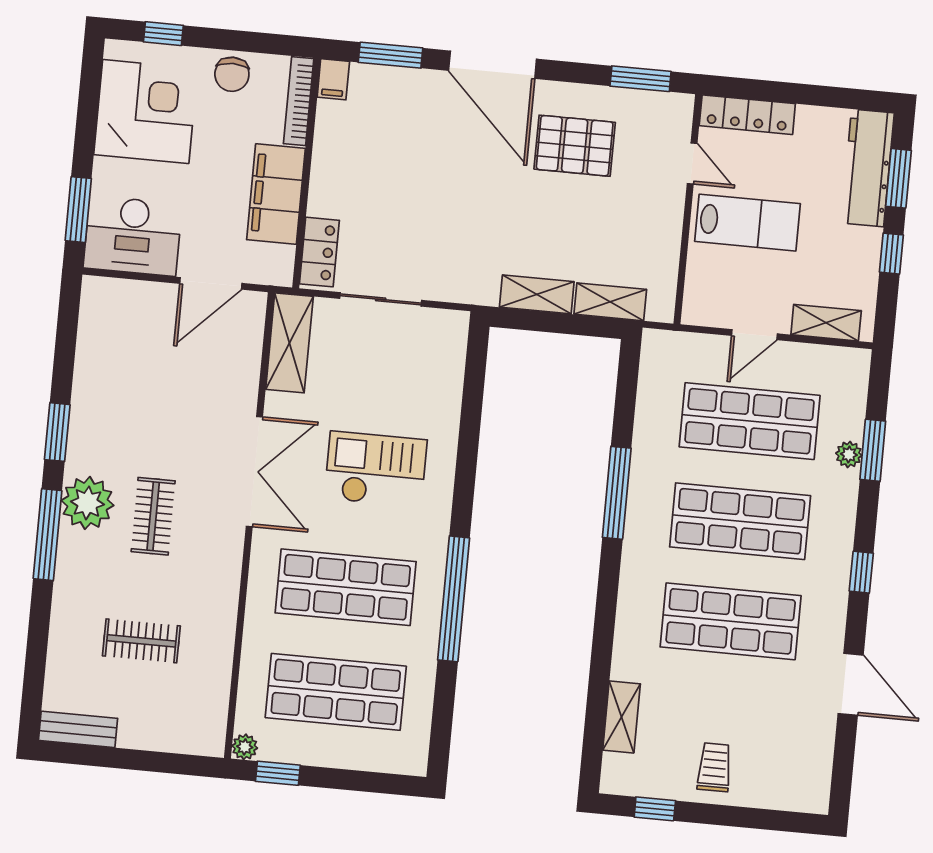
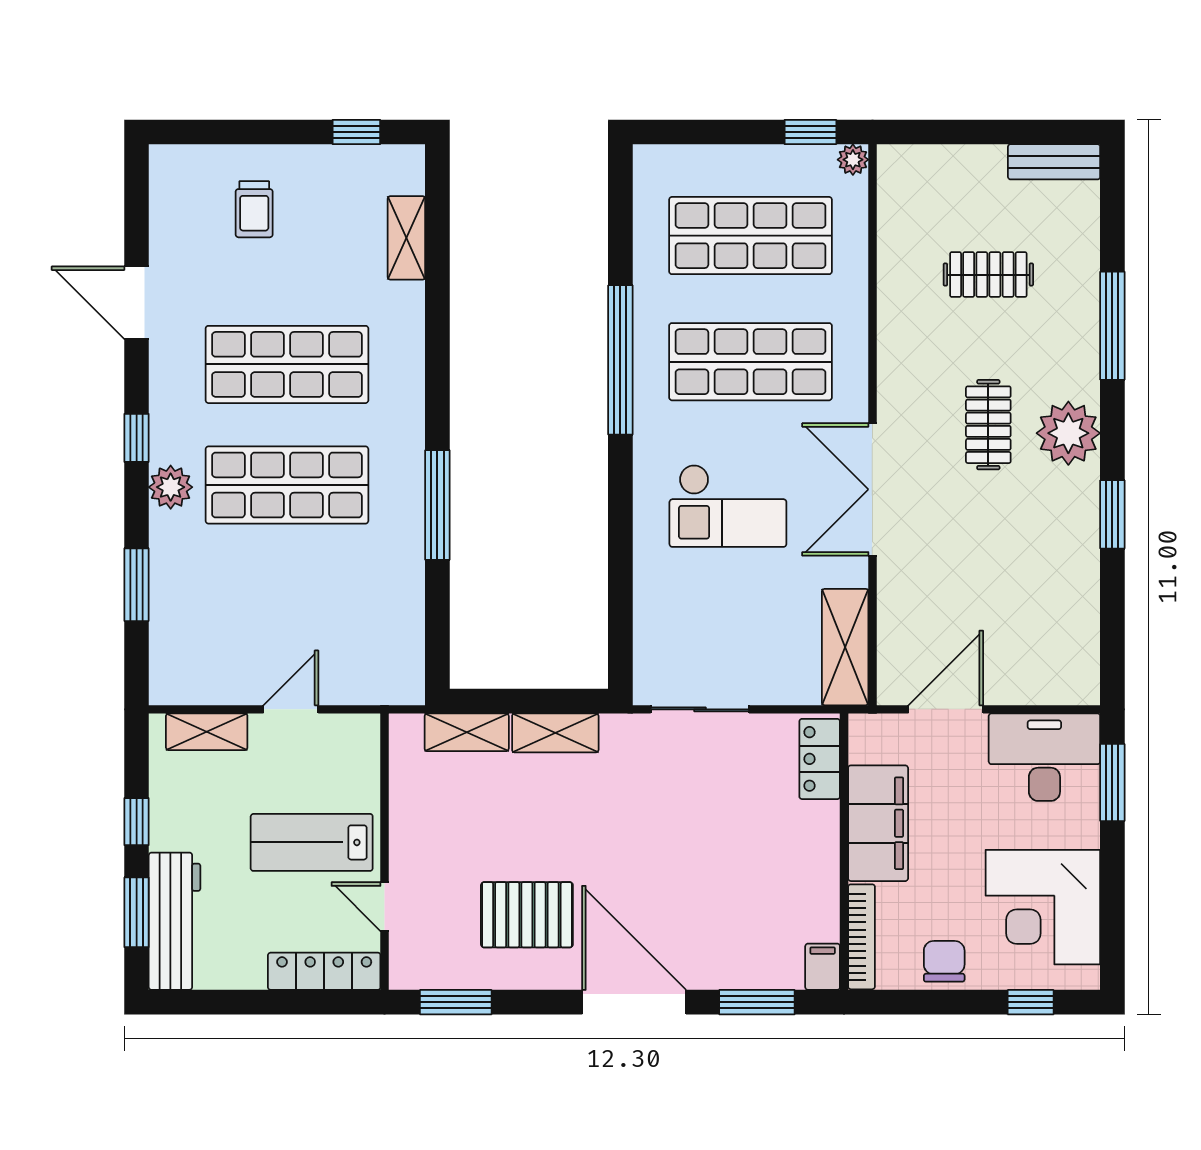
sliding door: (381, 299) -> (700, 709), moved
shop shelf: (750, 421) -> (287, 606), removed
plant: (849, 454) -> (171, 487), moved, width x1.38, depth x1.38
window: (48, 535) -> (1112, 326), moved
trolley: (714, 767) -> (254, 209), moved

